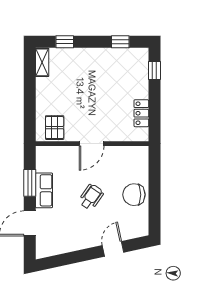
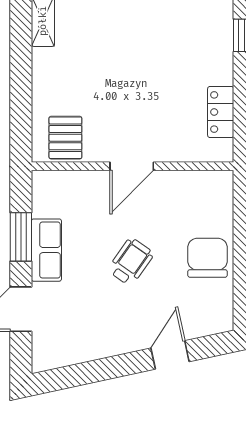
chair: (134, 195) -> (208, 258), turned 90

